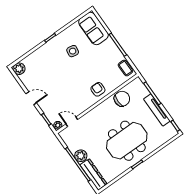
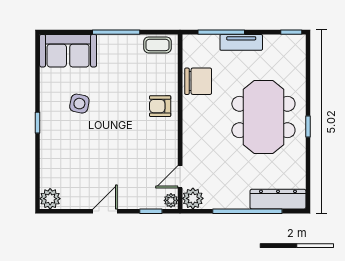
chair: (122, 99) -> (198, 81), turned 90
tv unit: (157, 110) -> (241, 42), width x0.71
plant: (81, 156) -> (193, 198), moved

